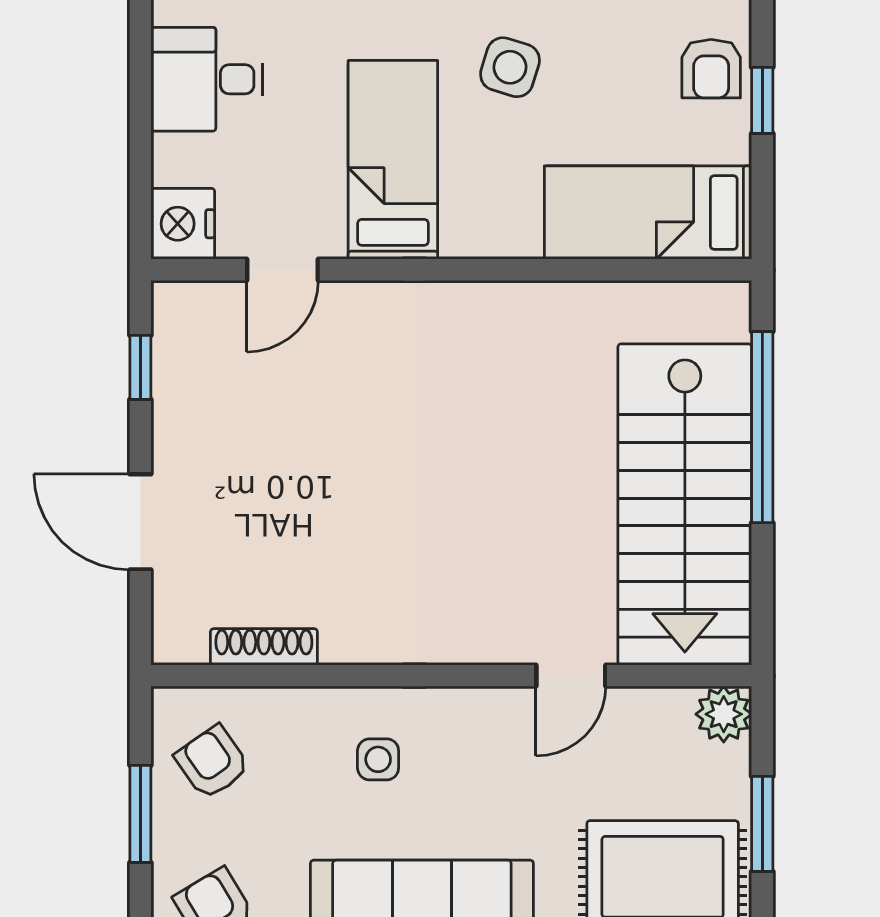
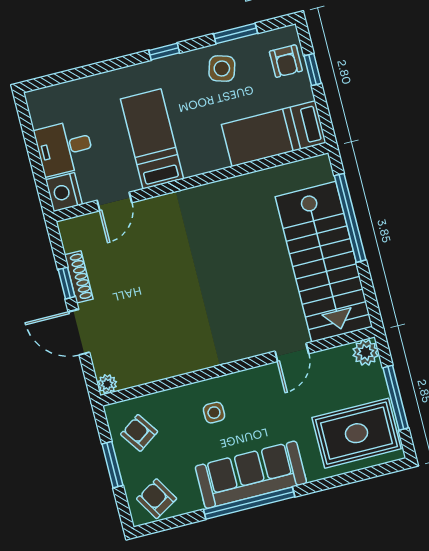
side table: (510, 67) -> (222, 68), moved
desk: (207, 79) -> (64, 148), moved
window: (140, 367) -> (67, 283), moved
plant: (172, 644) -> (107, 384), added
shoe rack: (264, 647) -> (79, 277), moved, turned 90
window: (762, 824) -> (396, 398), width x1.44

